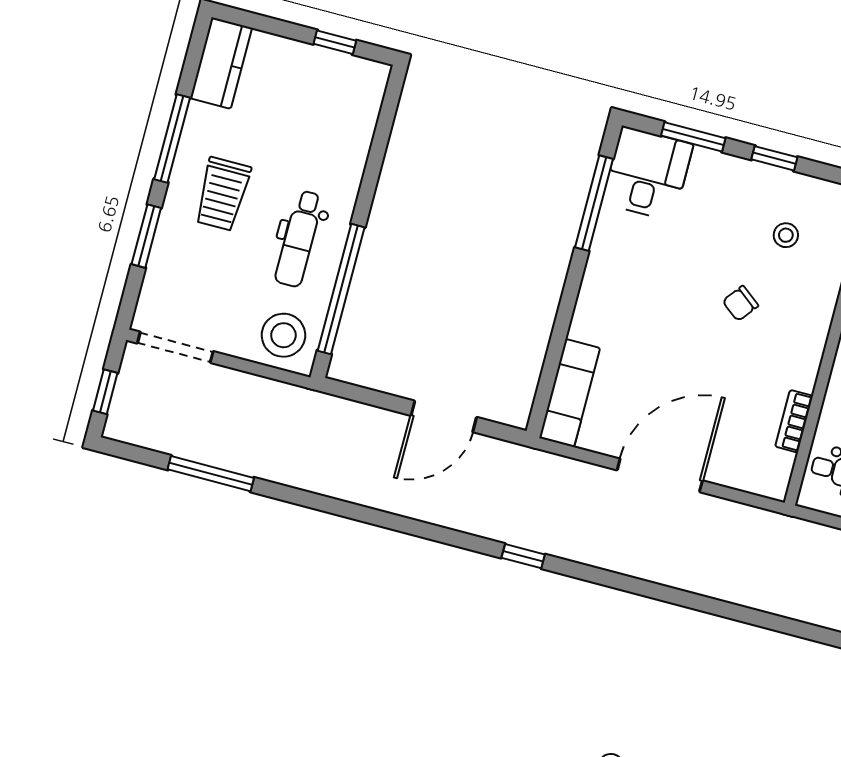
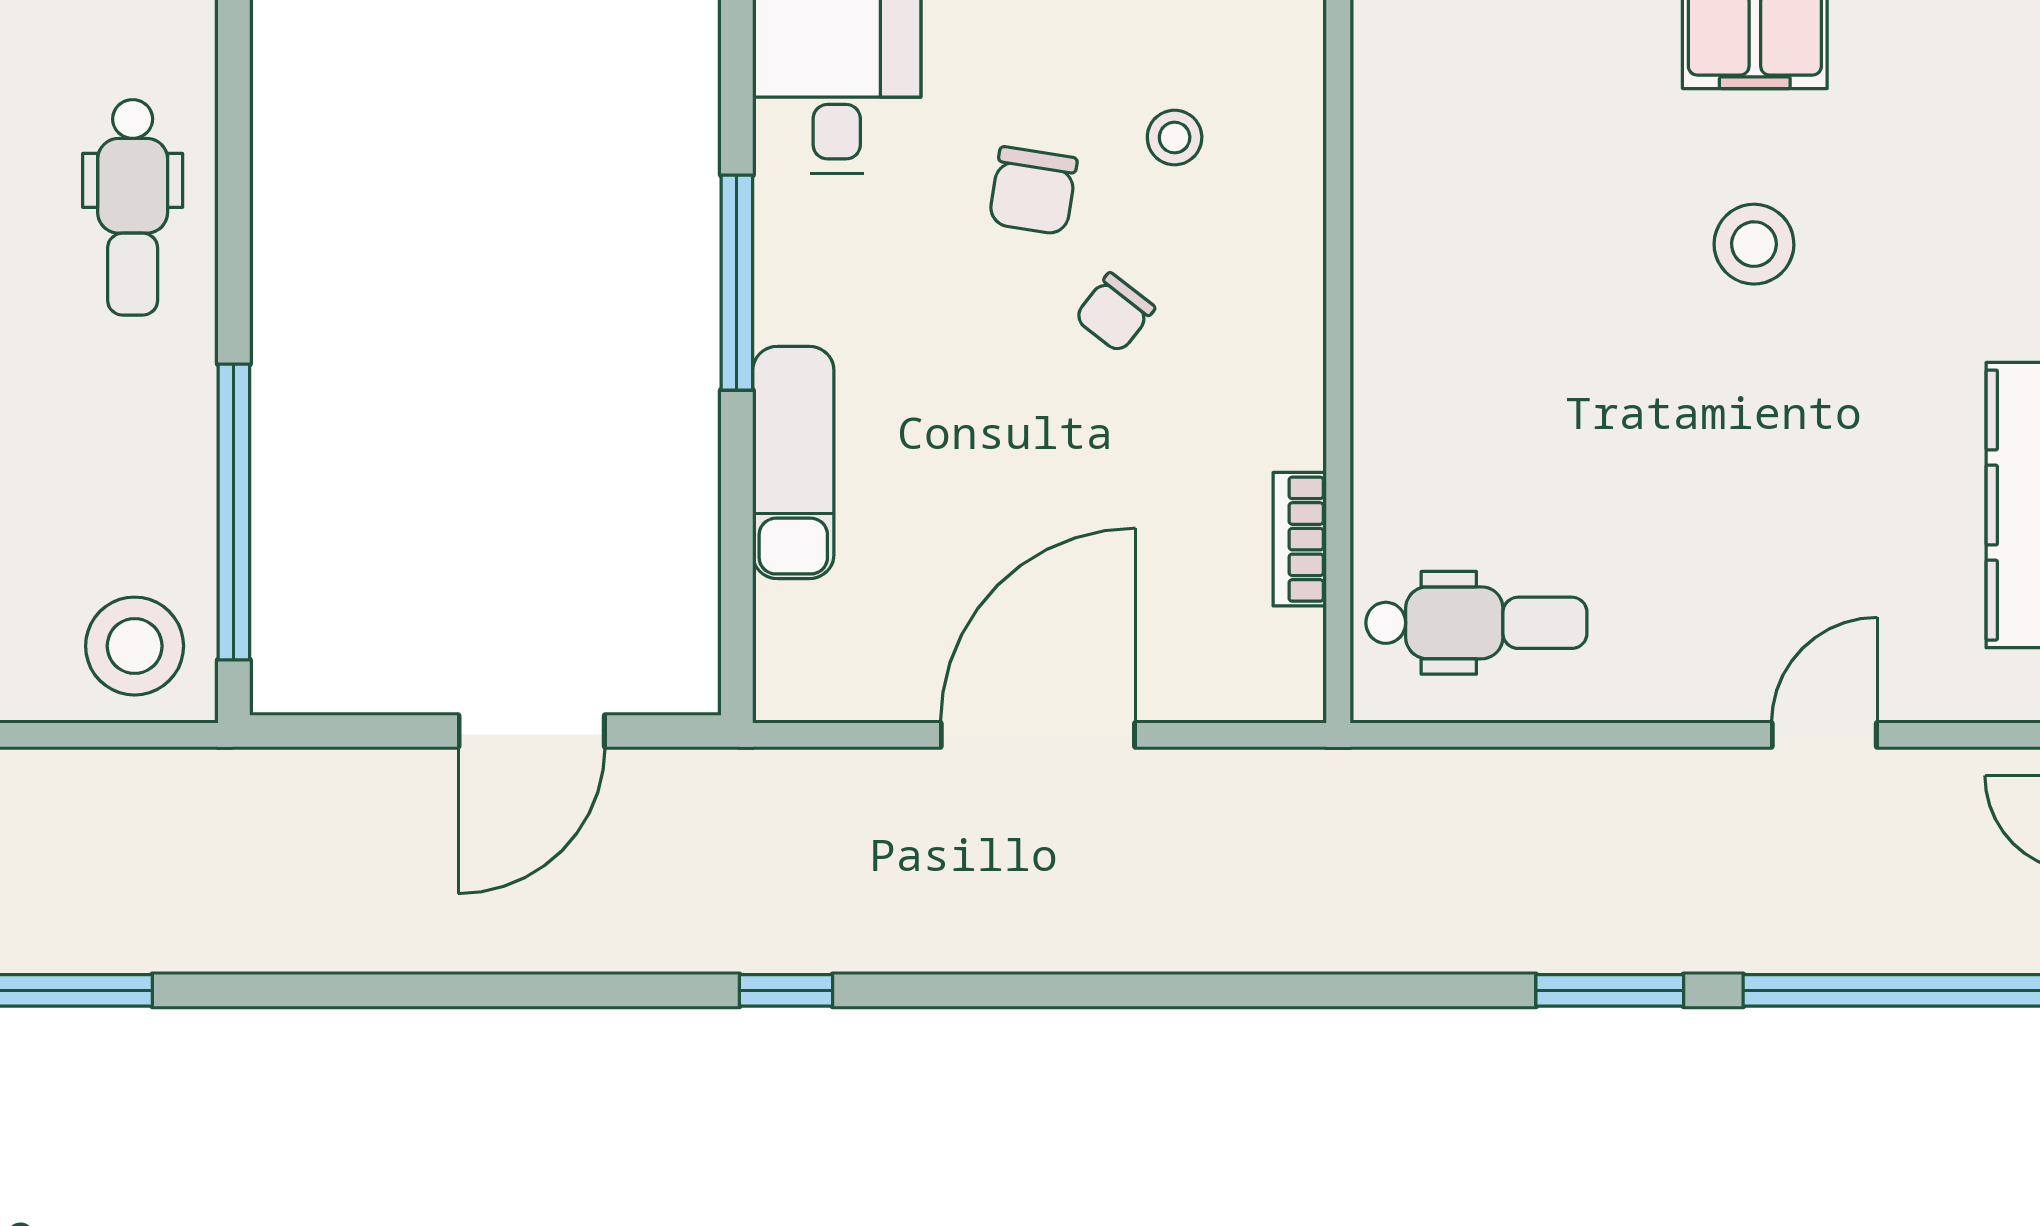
window: (594, 203) -> (737, 283), moved
dental chair: (299, 239) -> (133, 207), moved
chair: (719, 242) -> (1033, 191), added
exam couch: (570, 393) -> (793, 463), moved

